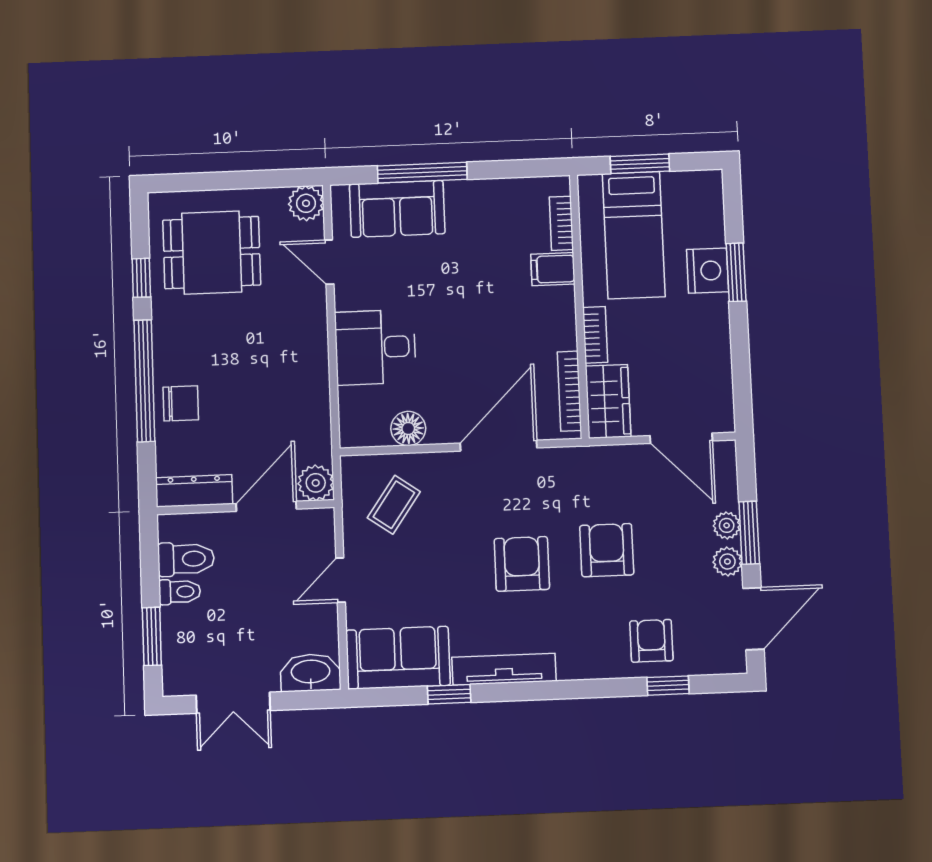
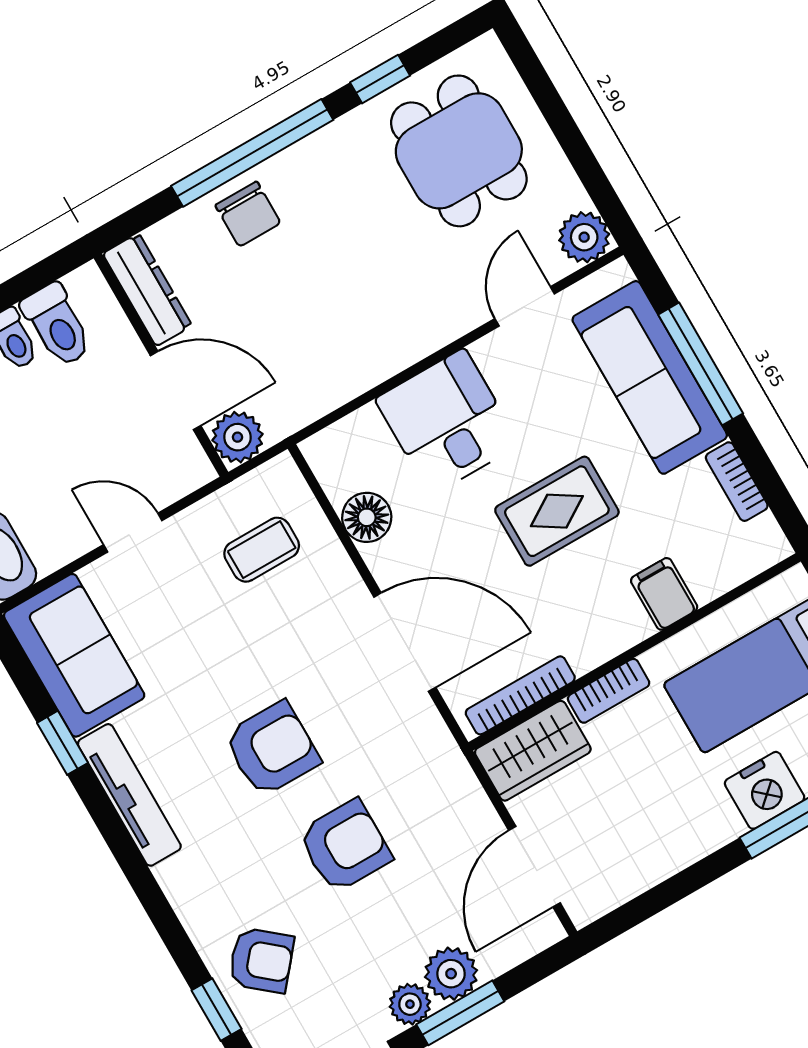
sofa: (397, 209) -> (650, 377), width x1.36
bookcase: (561, 223) -> (737, 482), moved, turned -90
rug: (467, 308) -> (557, 511), added
coffee table: (394, 505) -> (262, 550), turned -35
plant: (727, 525) -> (451, 974), width x1.38, depth x1.38
armchair: (651, 641) -> (261, 960), turned 40

